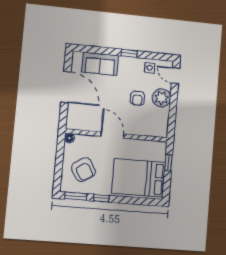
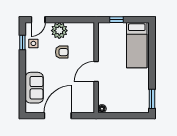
window: (129, 53) -> (22, 43), moved
armchair: (83, 170) -> (128, 94), removed
bed: (139, 178) -> (137, 45), width x0.67
window: (101, 198) -> (152, 76), removed

